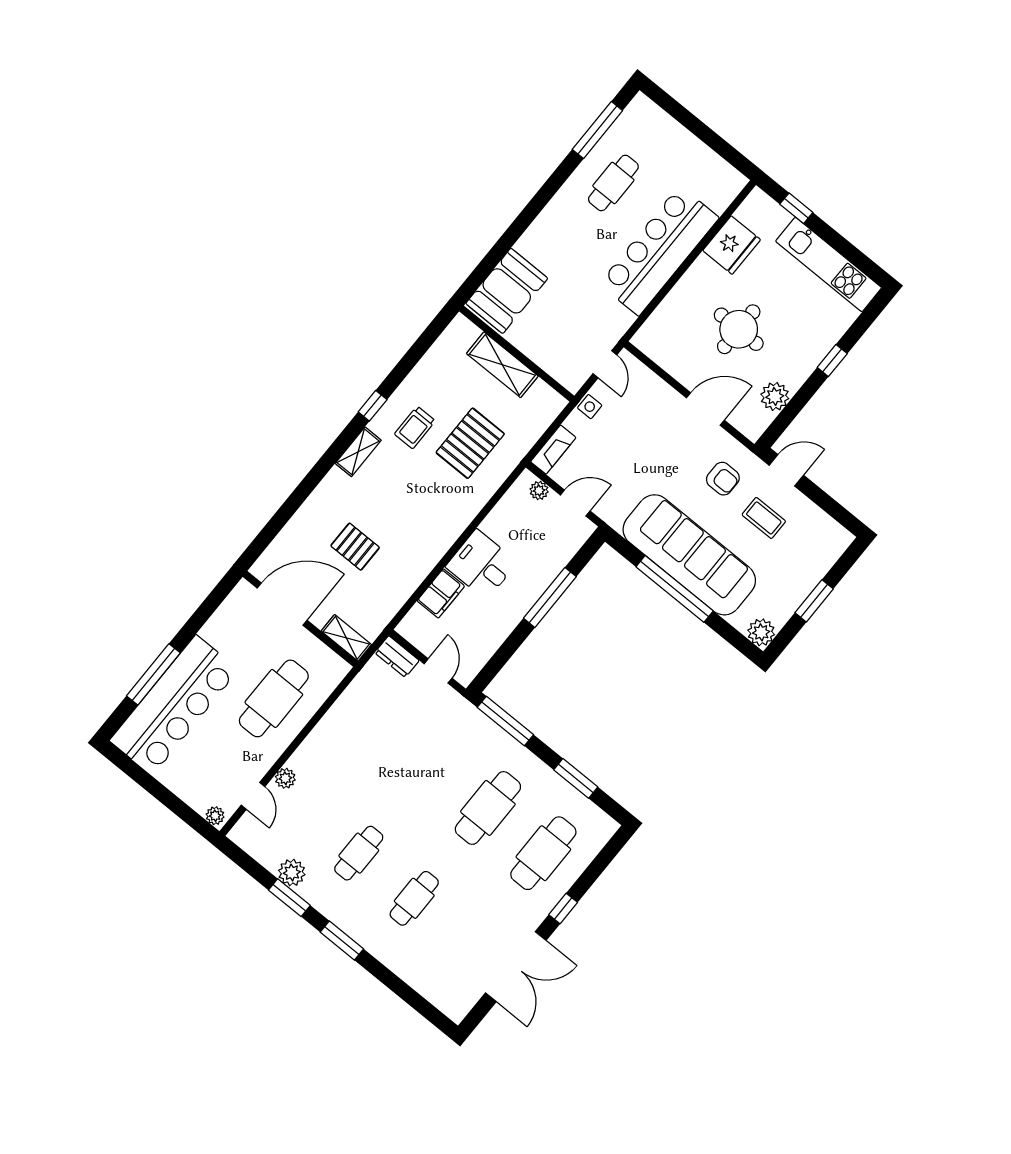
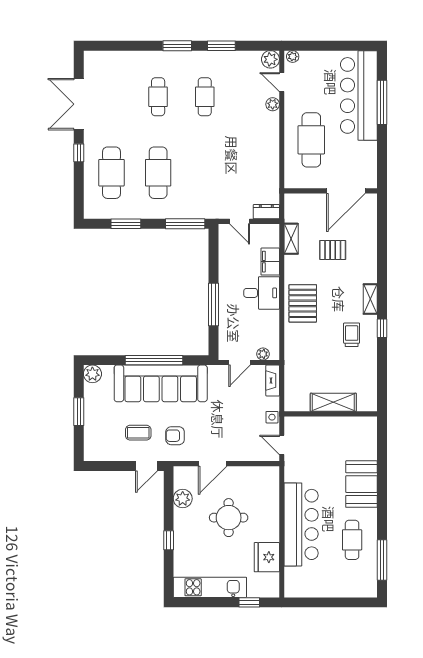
booth: (507, 291) -> (361, 484), moved
pallet: (470, 443) -> (303, 303), moved
shelving: (346, 638) -> (291, 239), moved, turned 90
plant: (292, 873) -> (270, 59), moved

